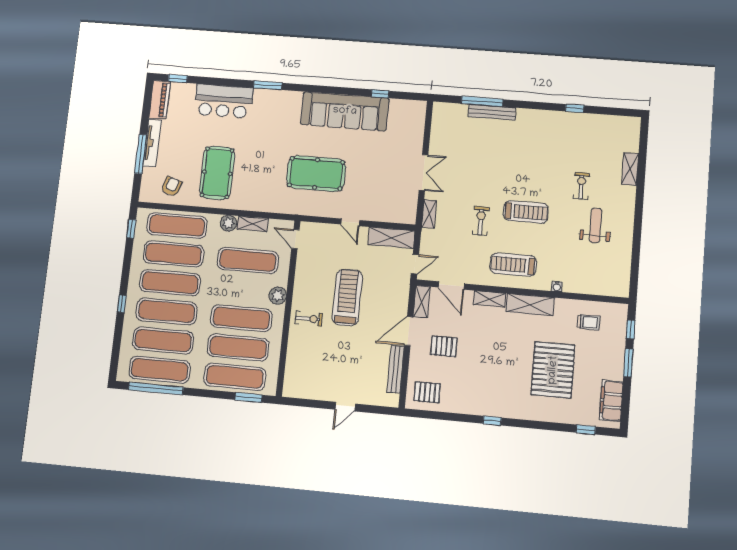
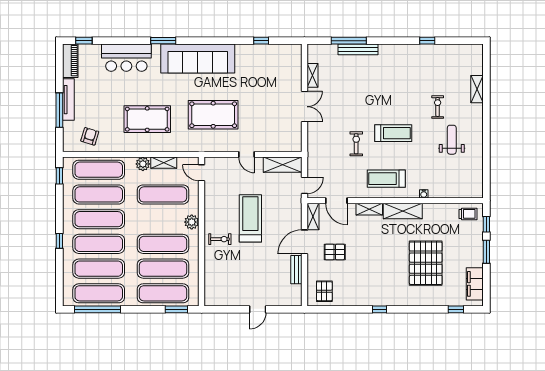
sofa: (345, 111) -> (198, 58), moved
pool table: (217, 173) -> (147, 119), moved, turned 90
shelving: (429, 214) -> (312, 75), moved
trolley: (589, 322) -> (468, 214), moved
bench: (395, 369) -> (296, 270), width x0.73
pallet: (427, 392) -> (324, 291), turned 90

